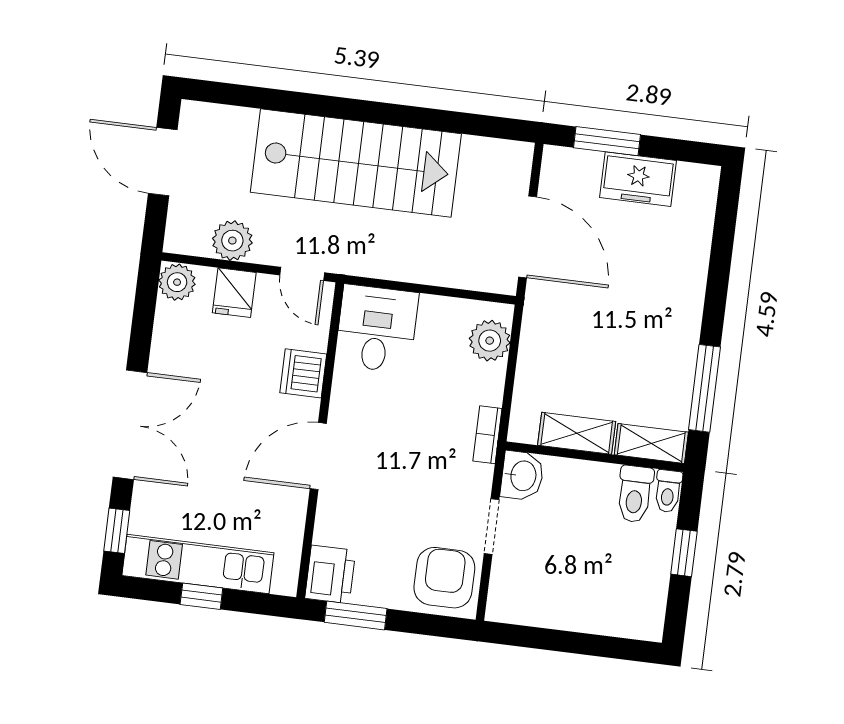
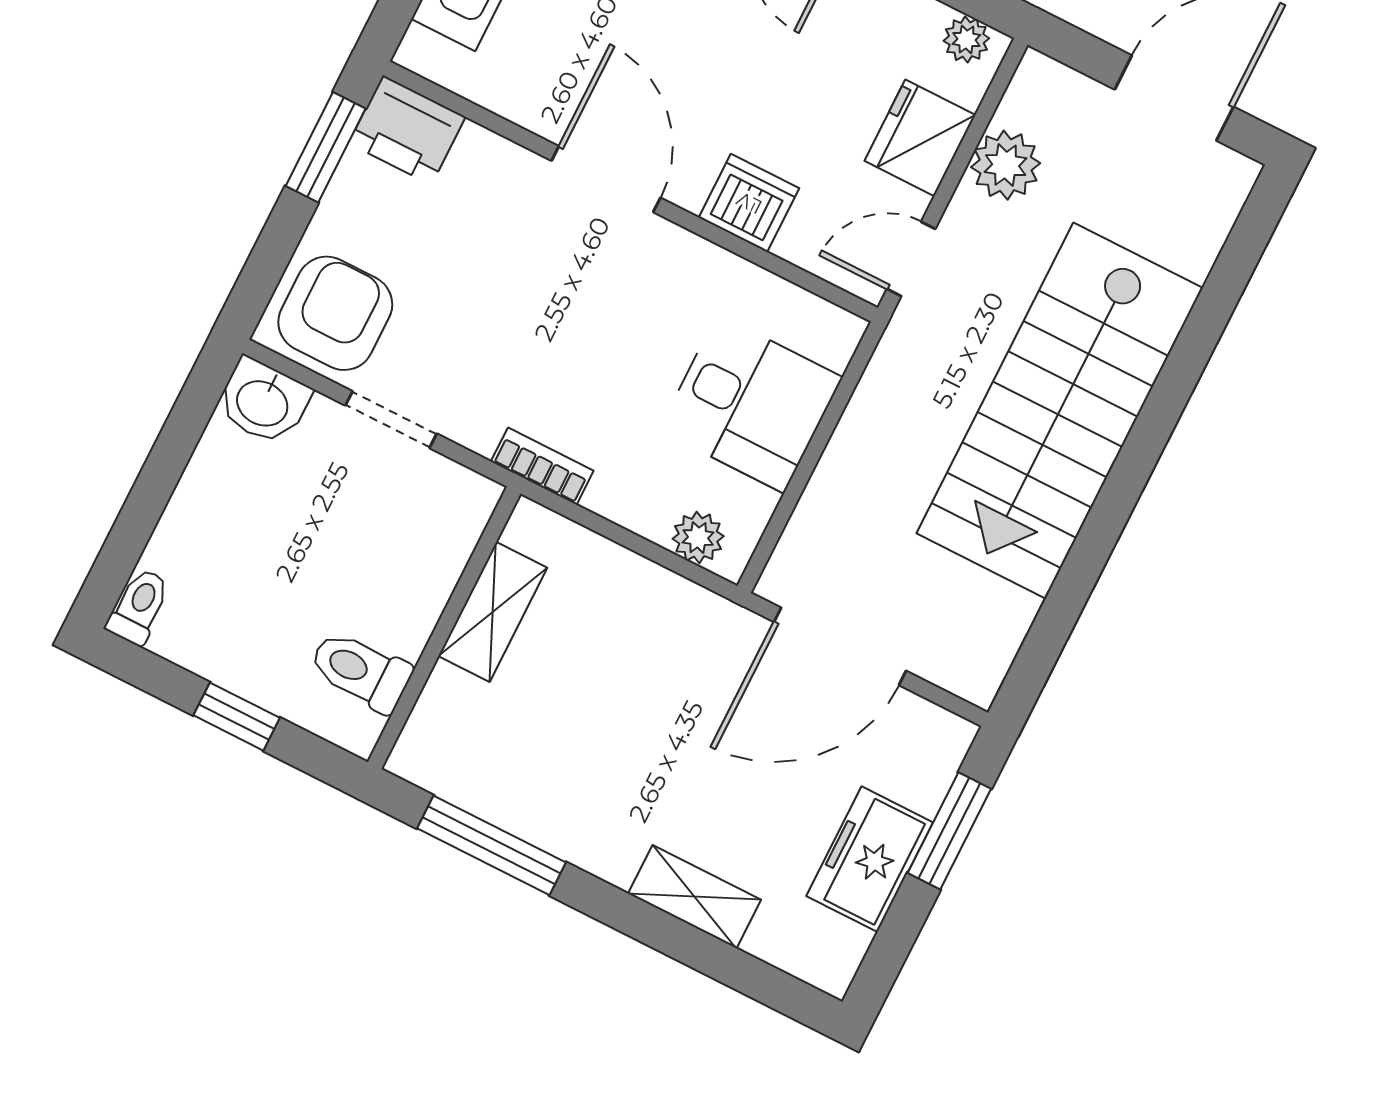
plant: (177, 282) -> (966, 39), width x0.73, depth x0.73
fridge: (234, 293) -> (920, 138), width x1.38
desk: (377, 329) -> (751, 404), moved
plant: (490, 341) -> (698, 538), width x0.73, depth x0.73
shelving: (651, 443) -> (695, 897), moved, turned 90
washbasin: (522, 476) -> (263, 402), moved
toilet: (668, 491) -> (139, 606), moved, turned 90
armchair: (444, 578) -> (335, 313), turned -90

